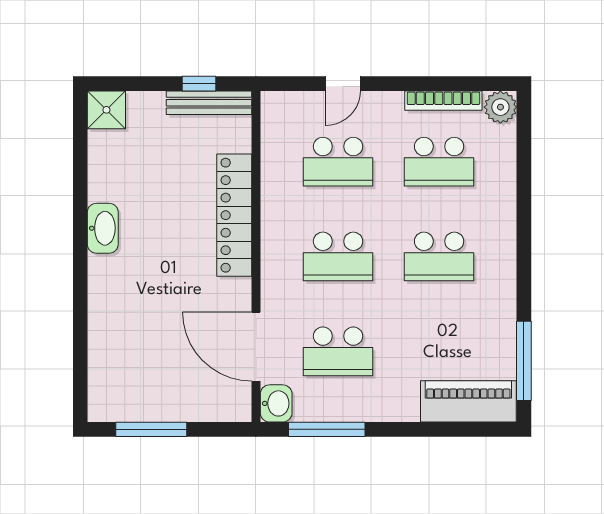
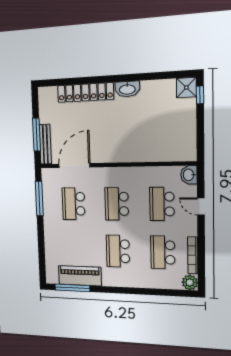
window: (199, 84) -> (200, 95), moved
bench: (209, 103) -> (45, 144), moved
locker: (234, 215) -> (85, 92), moved, turned 180
piano: (468, 401) -> (80, 276), moved, turned -90
washbasin: (276, 403) -> (189, 175), moved, turned 90
window: (151, 429) -> (37, 135), moved

